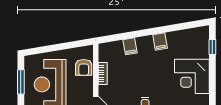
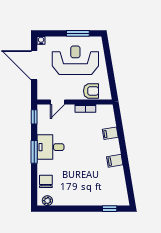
armchair: (84, 67) -> (91, 91), turned 180
corner desk: (192, 76) -> (83, 190), removed

